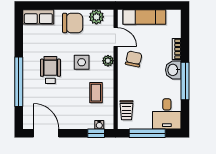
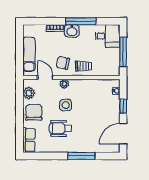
door: (116, 37) -> (45, 77), hinge flipped
wheelchair: (50, 70) -> (60, 128), moved
window: (19, 82) -> (81, 156), width x0.68
coffee table: (96, 93) -> (90, 94), removed
trolley: (126, 110) -> (83, 66), moved
window: (96, 133) -> (123, 106), moved

